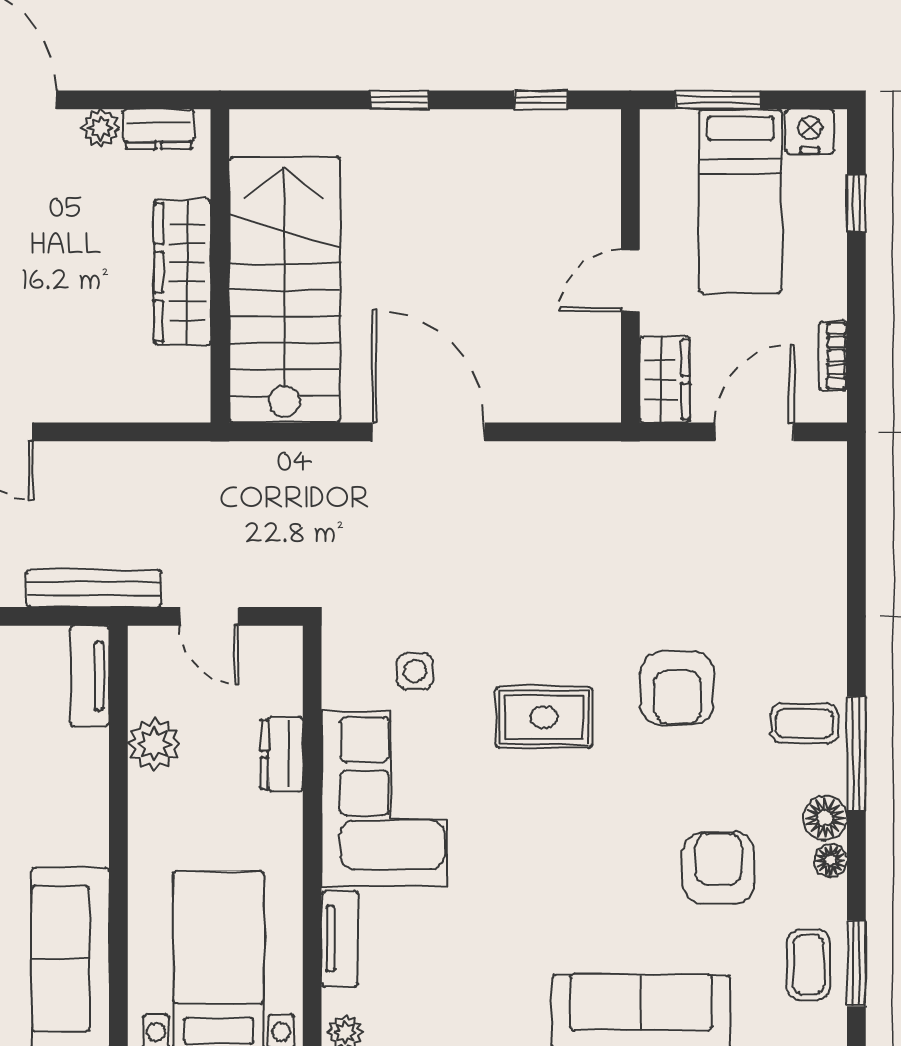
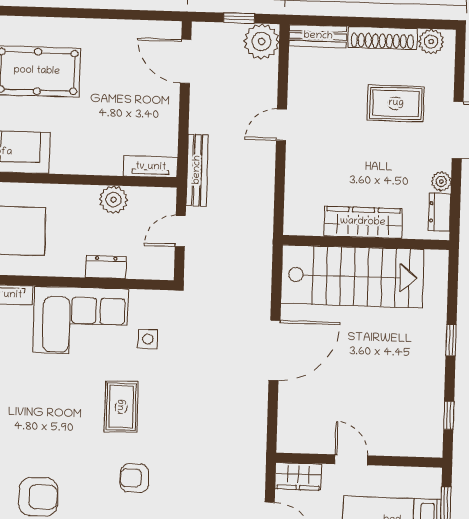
armchair: (677, 688) -> (134, 478), width x0.72, depth x0.72

